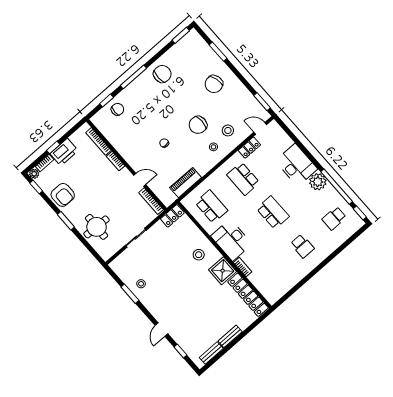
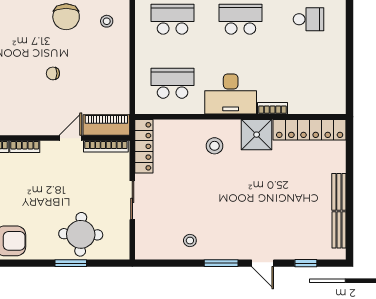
school desk: (243, 179) -> (173, 19), turned 180
piano: (186, 183) -> (106, 125), moved, turned 90
locker: (172, 216) -> (144, 146), width x1.53
window: (66, 221) -> (71, 263), moved
window: (130, 294) -> (221, 263), moved

